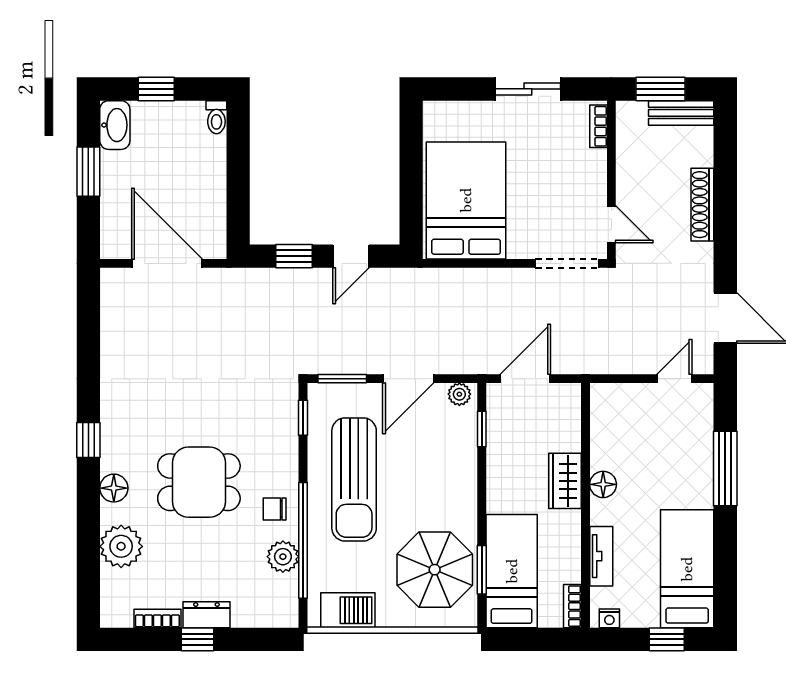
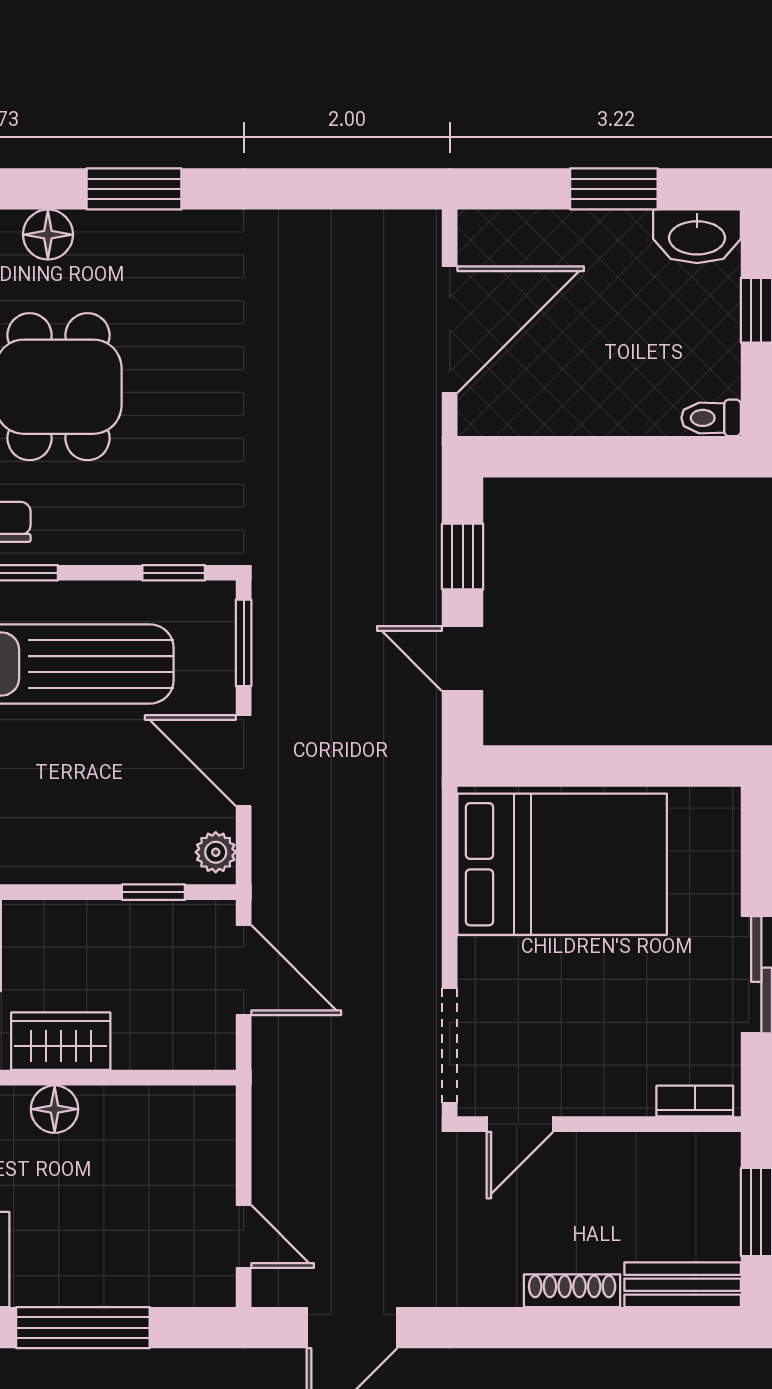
bench: (681, 113) -> (683, 1285), moved, turned 90
shoe rack: (702, 205) -> (572, 1291), width x0.74, depth x0.81
window: (88, 440) -> (134, 189), width x1.50

